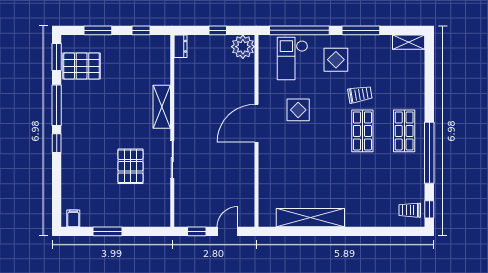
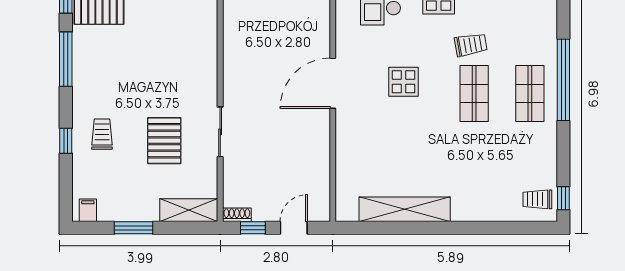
shelving: (162, 107) -> (189, 210), moved, turned 90
display table: (298, 110) -> (403, 82), moved
window: (57, 143) -> (66, 141), moved
window: (429, 153) -> (563, 80), moved
trolley: (84, 161) -> (102, 134), added
shoe rack: (185, 222) -> (237, 215), added

